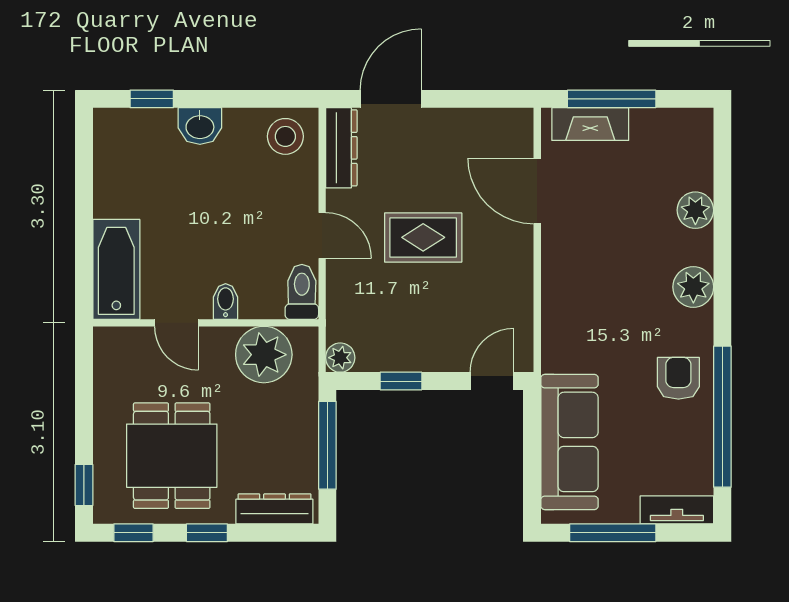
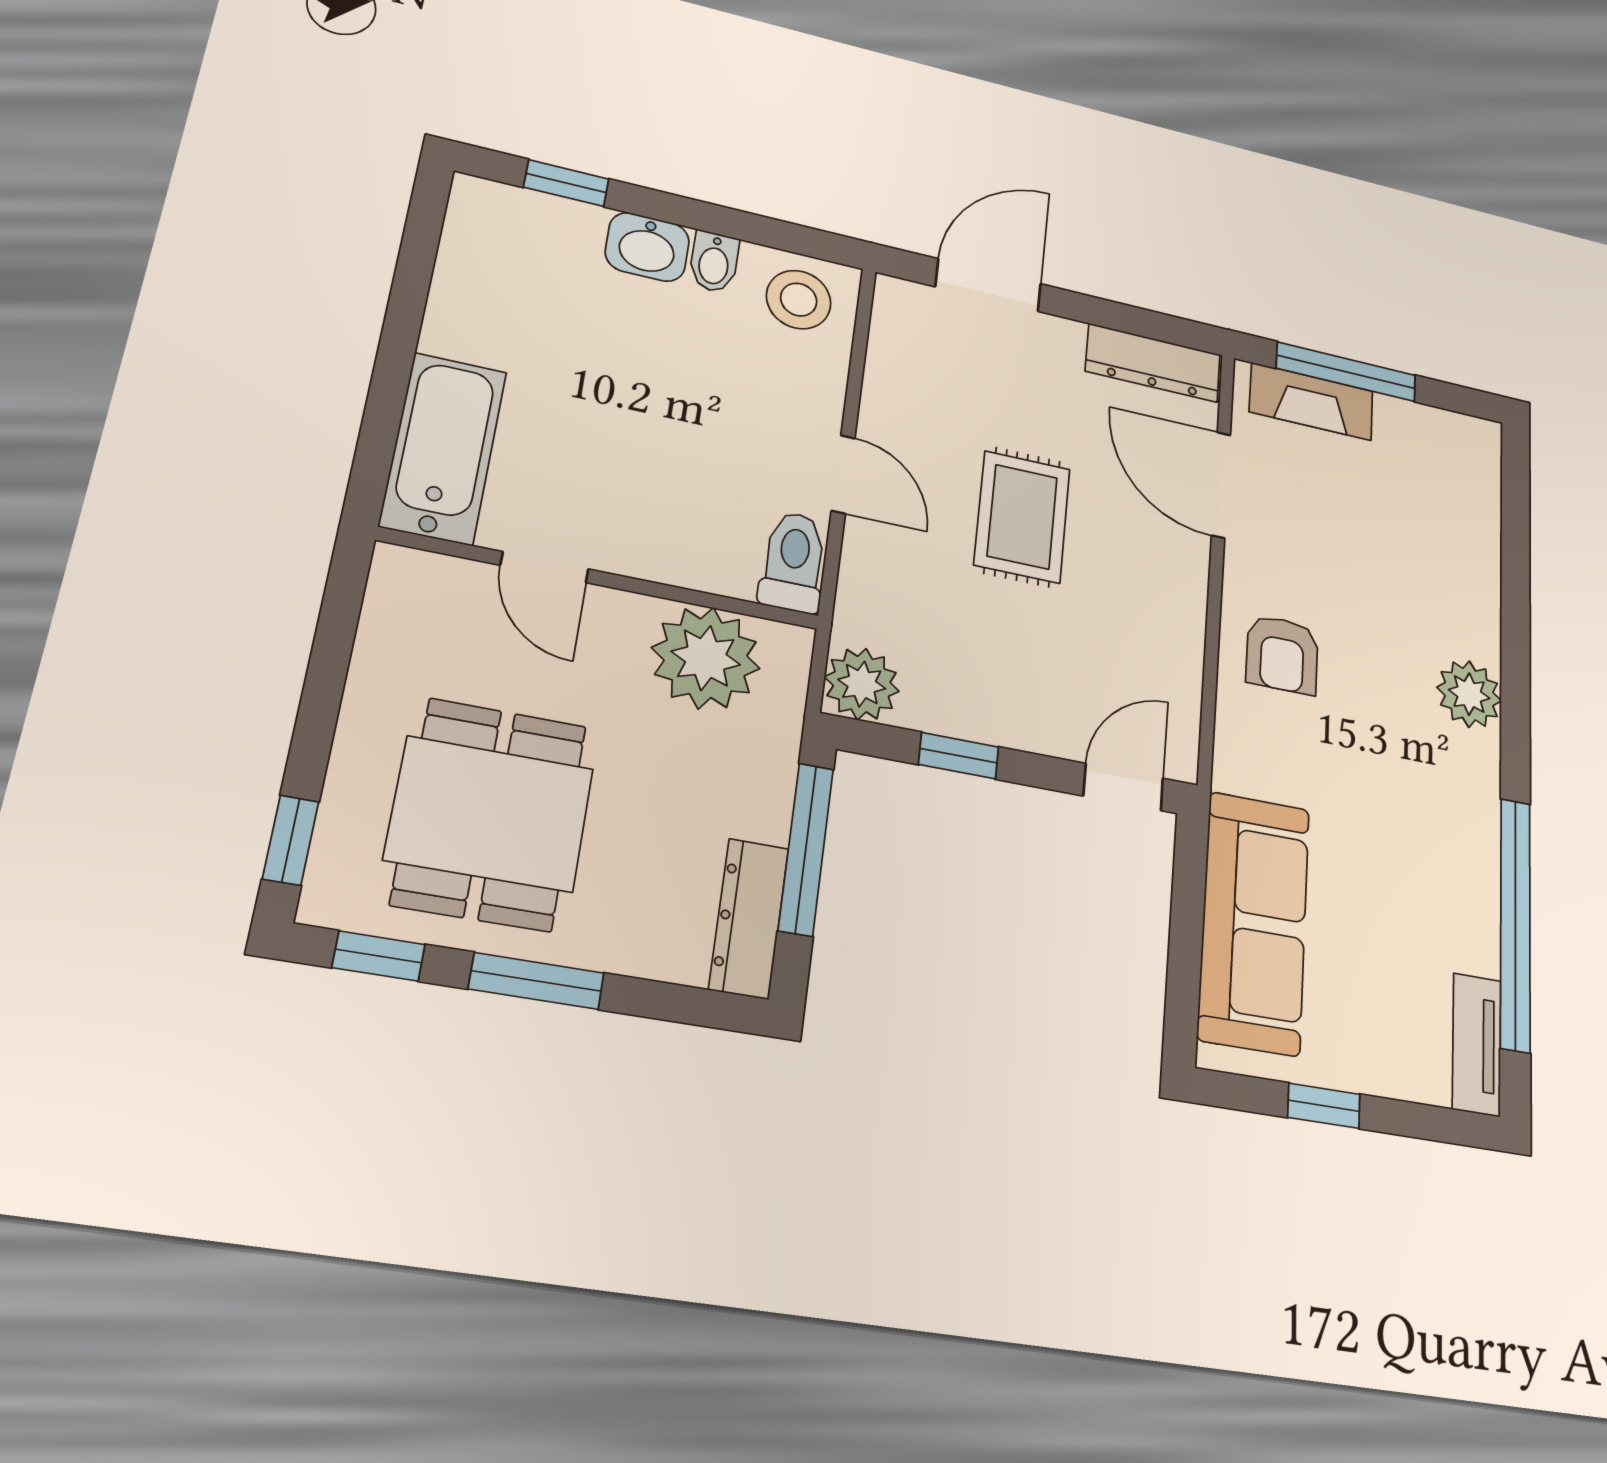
dresser: (341, 148) -> (1153, 363), moved, turned 90
plant: (695, 210) -> (1474, 572), removed
rug: (423, 237) -> (1022, 517), turned 90
bidet: (226, 301) -> (714, 262), moved, turned 180
plant: (340, 358) -> (862, 684), width x1.38, depth x1.38
armchair: (678, 378) -> (1282, 654), moved, turned 180
dresser: (274, 509) -> (749, 918), moved, turned -90
tv unit: (677, 510) -> (1477, 1044), moved, turned -90
window: (207, 533) -> (536, 981), width x1.50
window: (613, 533) -> (1324, 1106), width x0.46

